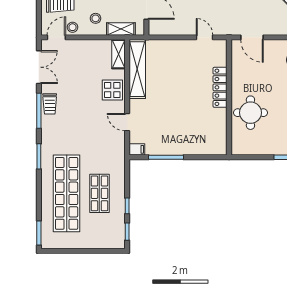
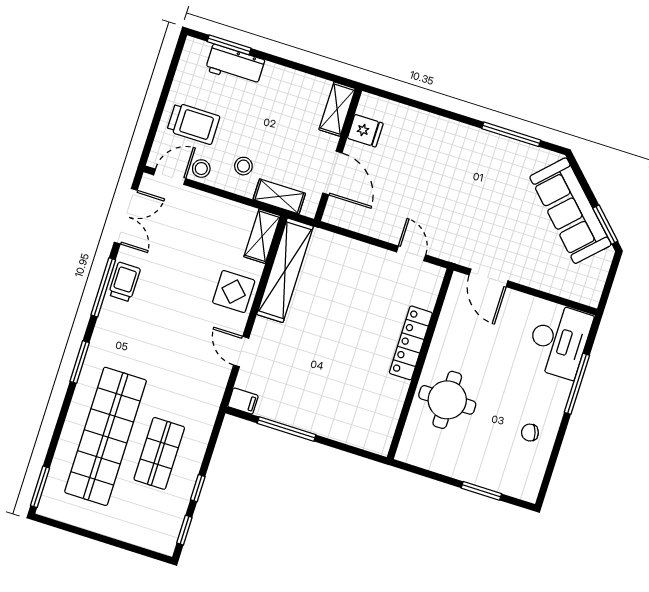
trolley: (50, 104) -> (124, 282), turned 180

